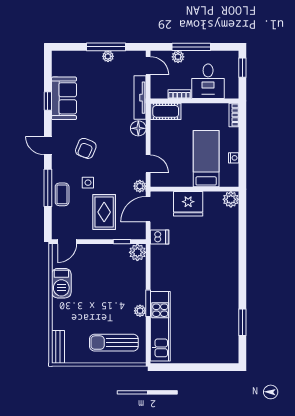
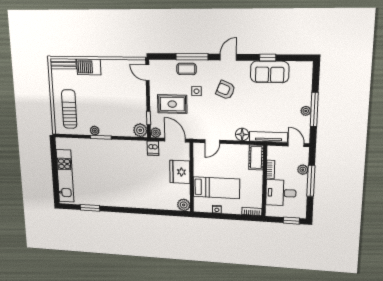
door: (148, 66) -> (296, 145), swing flipped
plant: (140, 186) -> (156, 133), moved
barbecue: (61, 283) -> (89, 67), moved
kitchen unit: (160, 326) -> (65, 176), moved, turned -90

